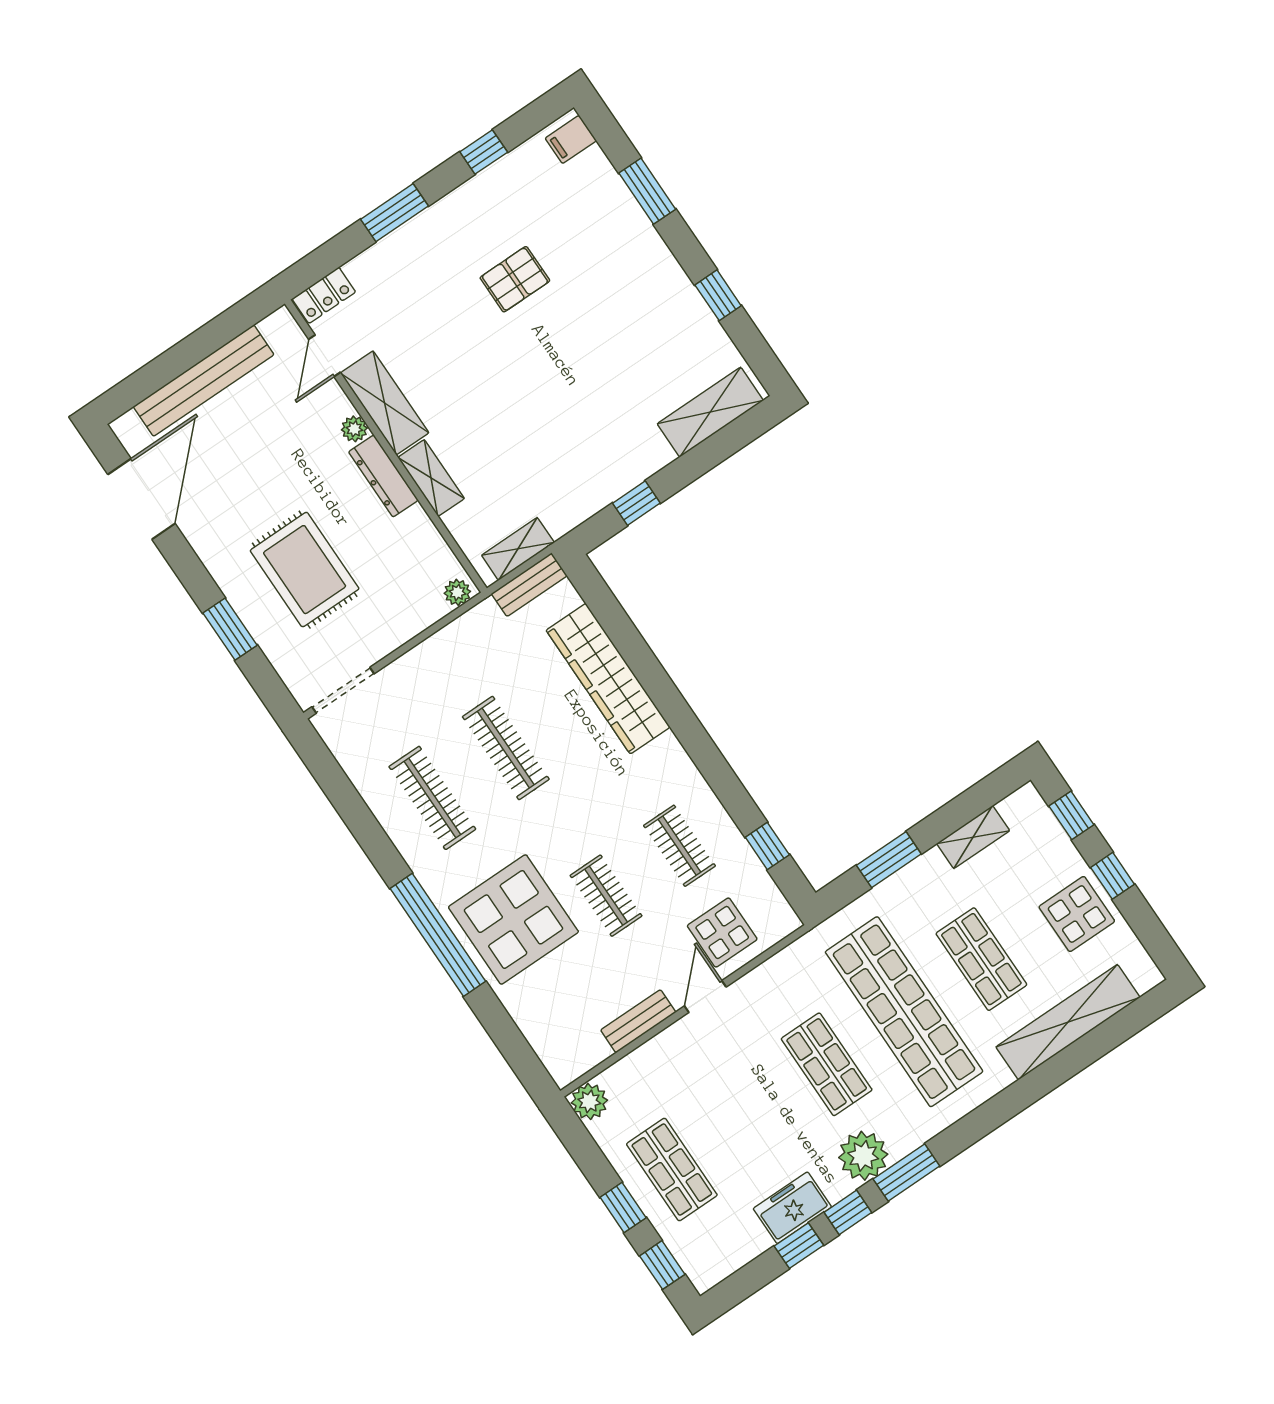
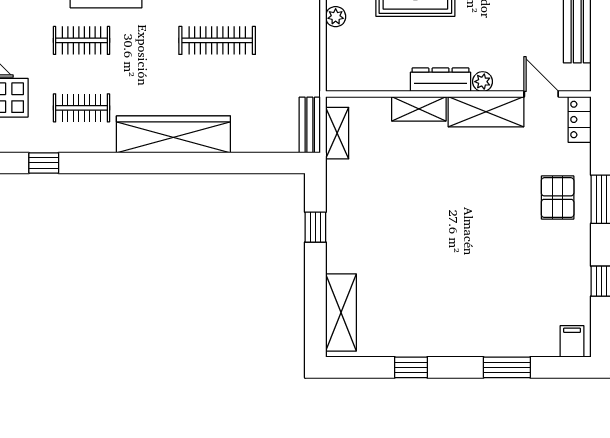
pallet: (515, 279) -> (558, 198), moved
plant: (457, 592) -> (336, 17), moved
wardrobe: (608, 679) -> (173, 134), moved

